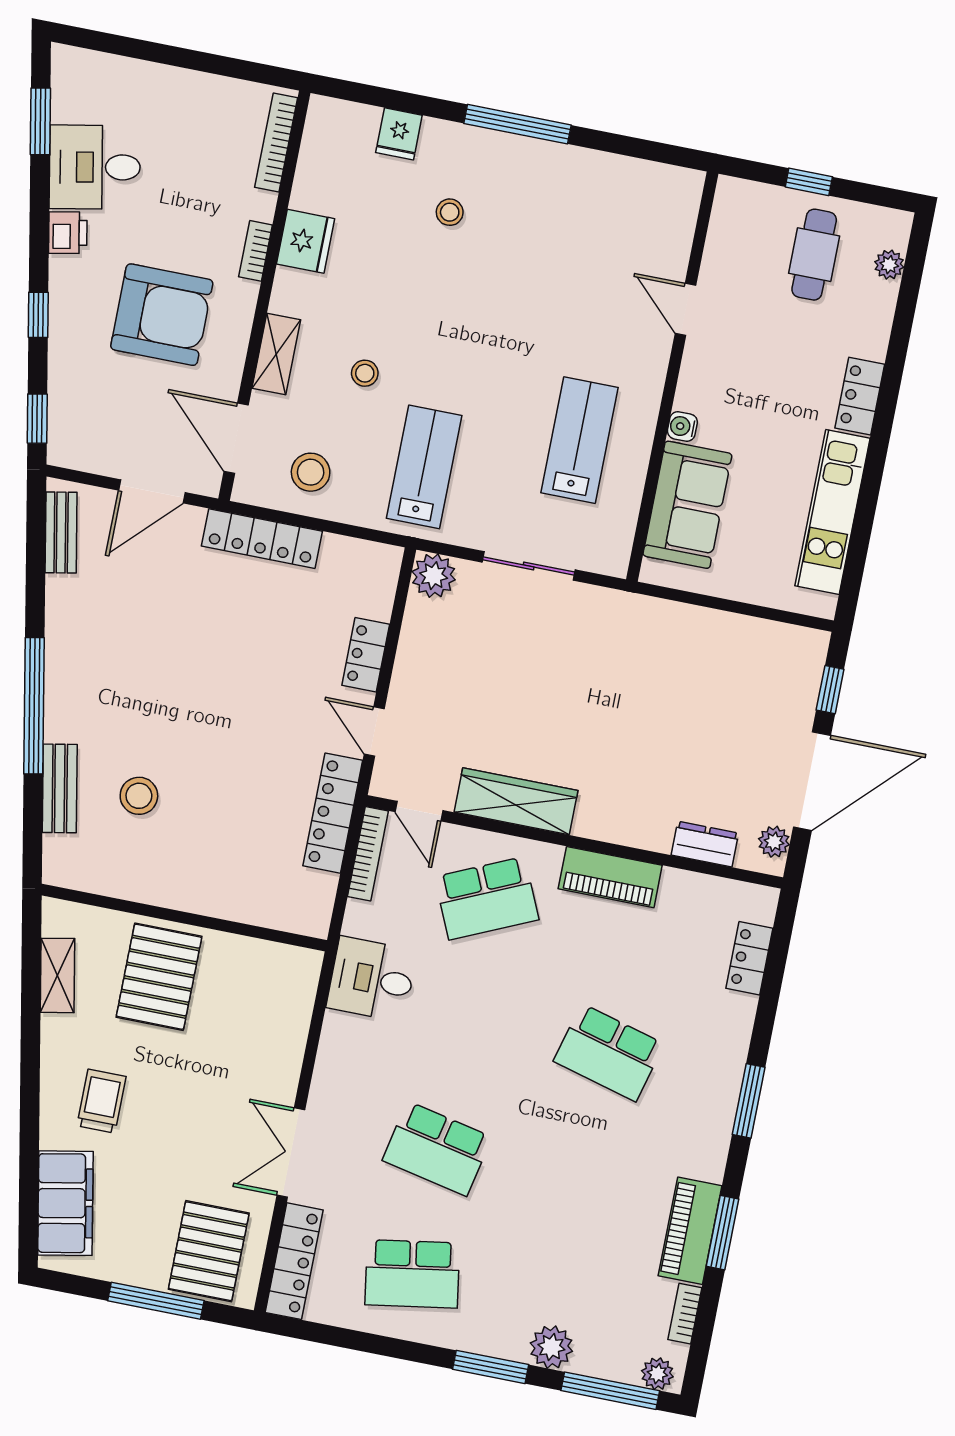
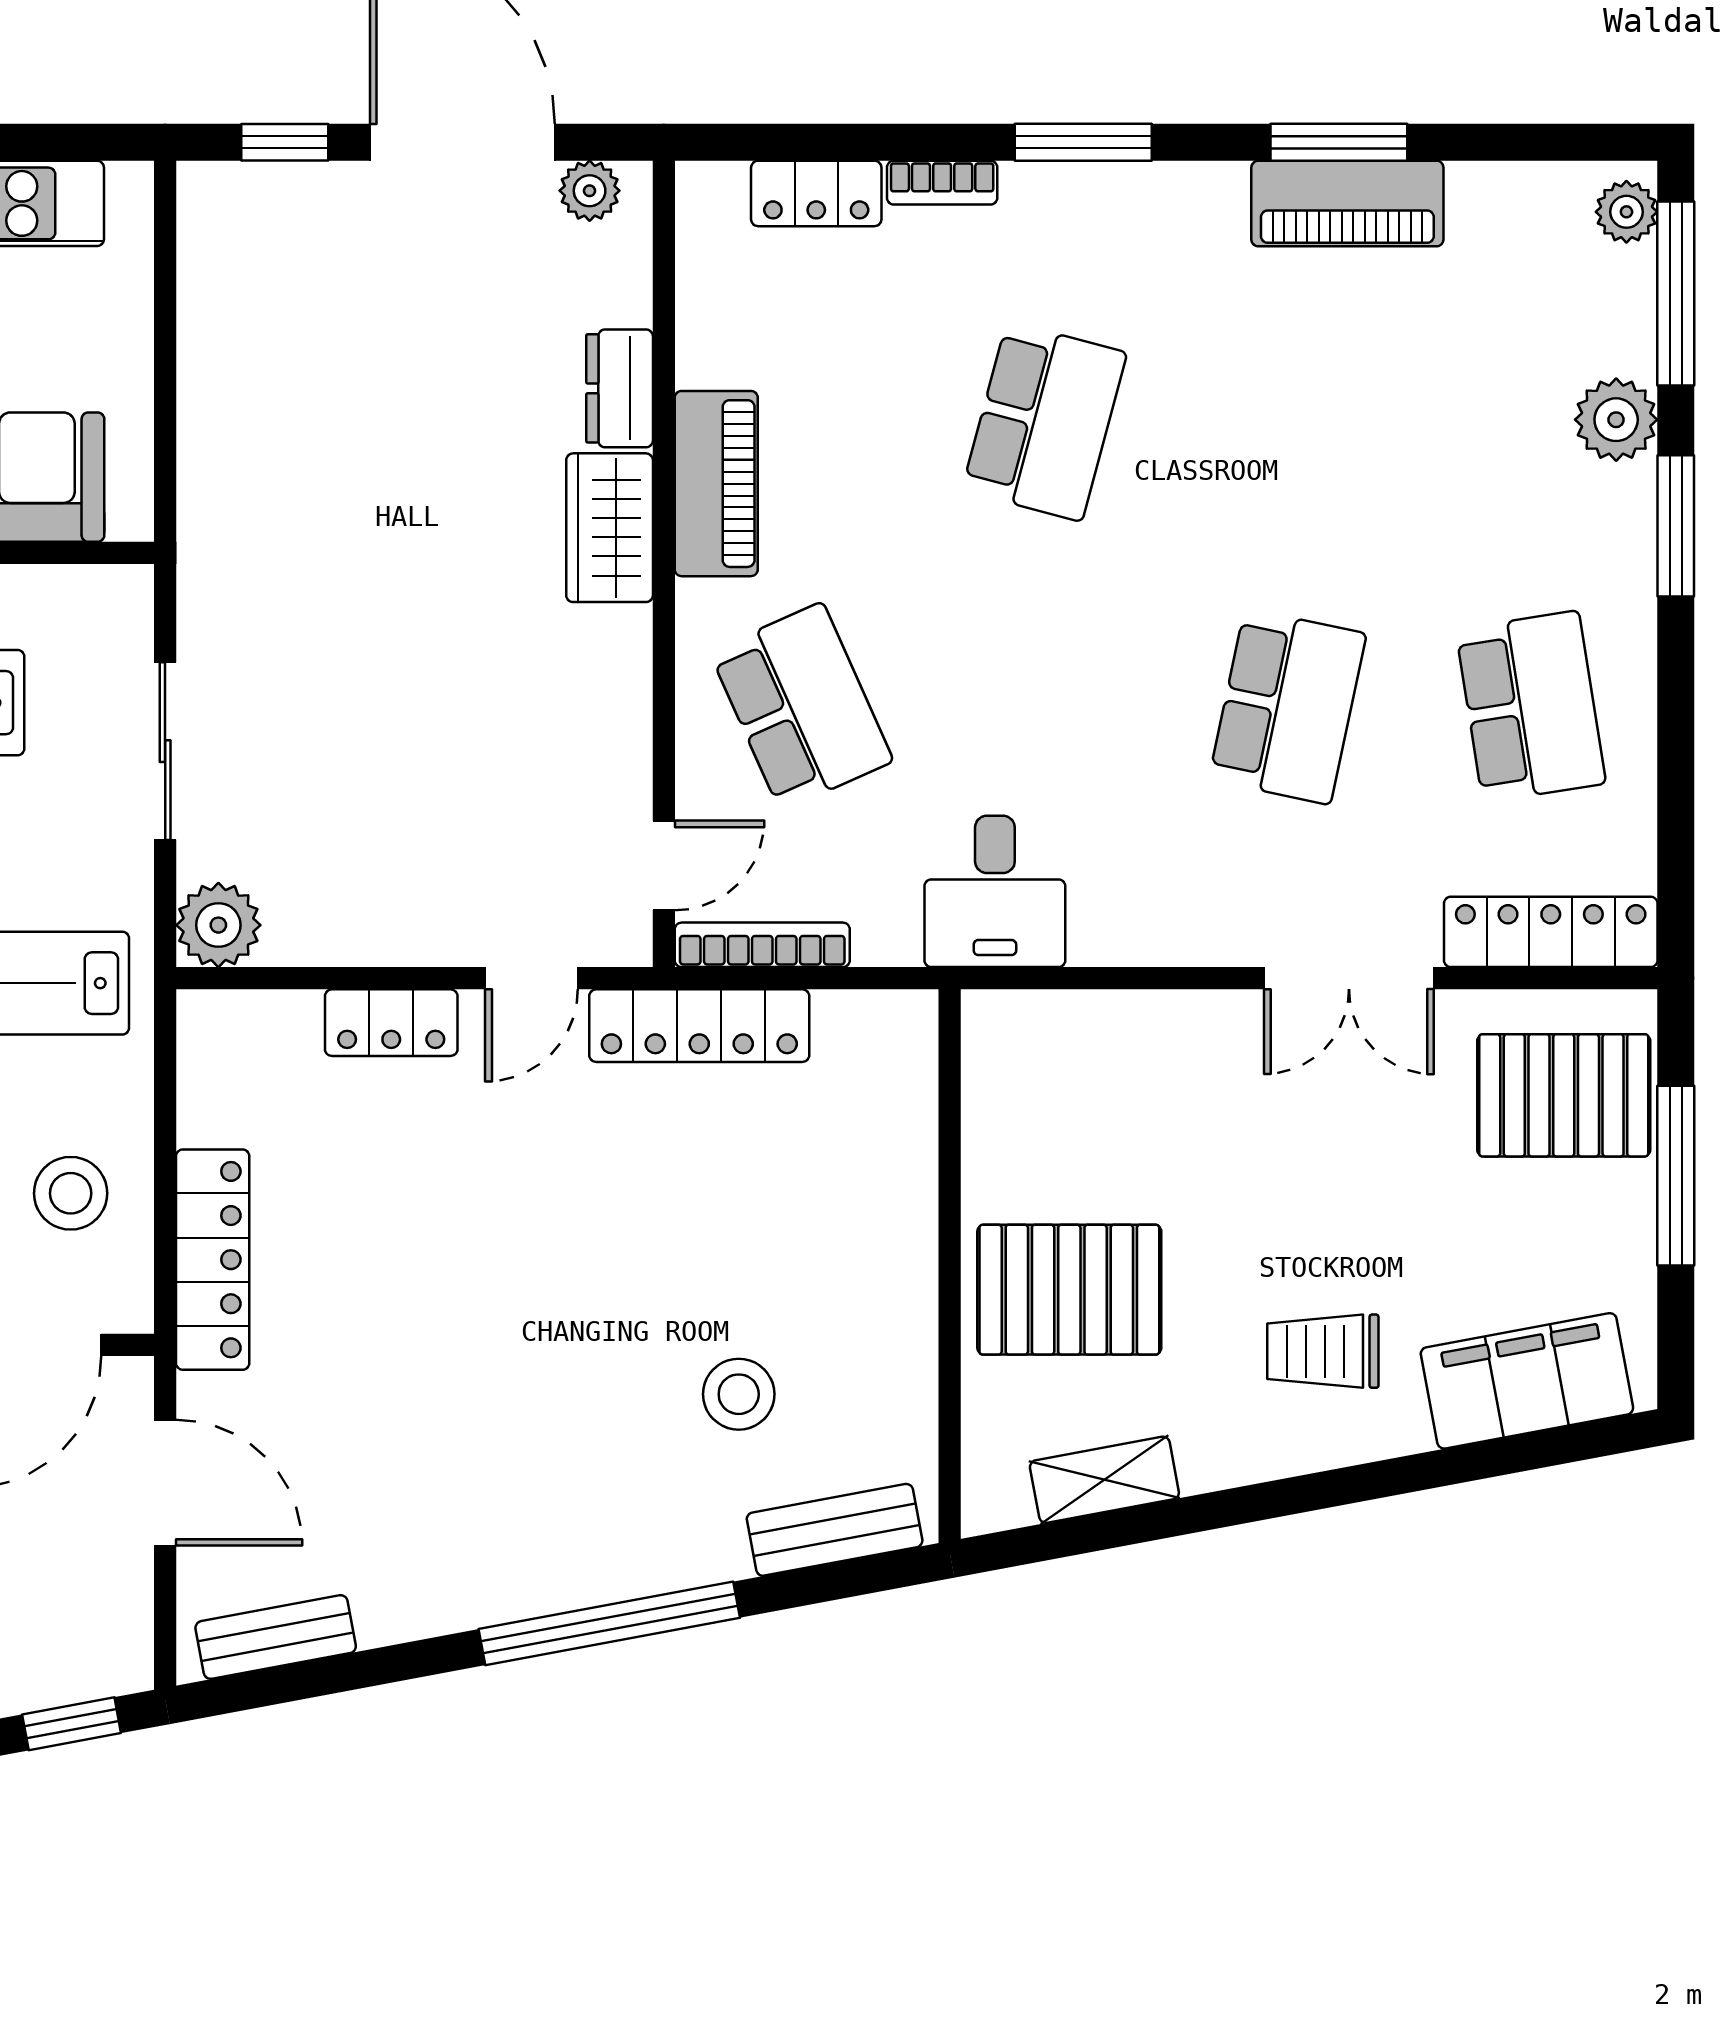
bench: (60, 788) -> (835, 1530), moved
wardrobe: (516, 801) -> (610, 528), moved, width x0.67
dresser: (705, 844) -> (620, 388), moved
bookcase: (685, 1314) -> (942, 183), moved

